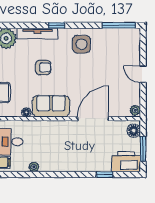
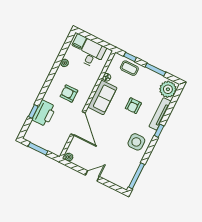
floor lamp: (134, 131) -> (55, 149), removed
armchair: (65, 145) -> (69, 93), added
printer: (126, 162) -> (44, 113), moved

